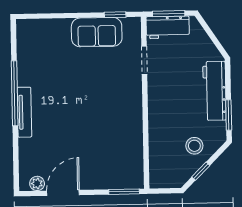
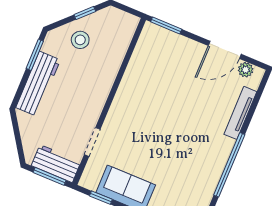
tv unit: (24, 112) -> (240, 113), moved

